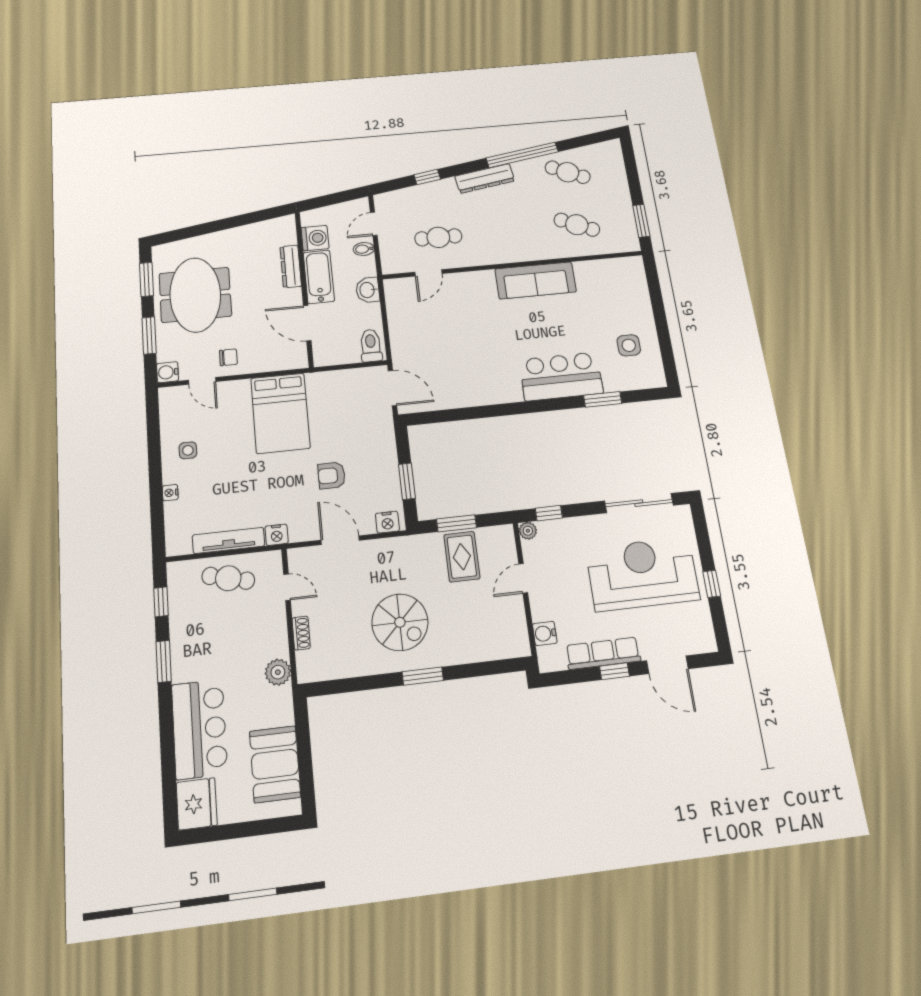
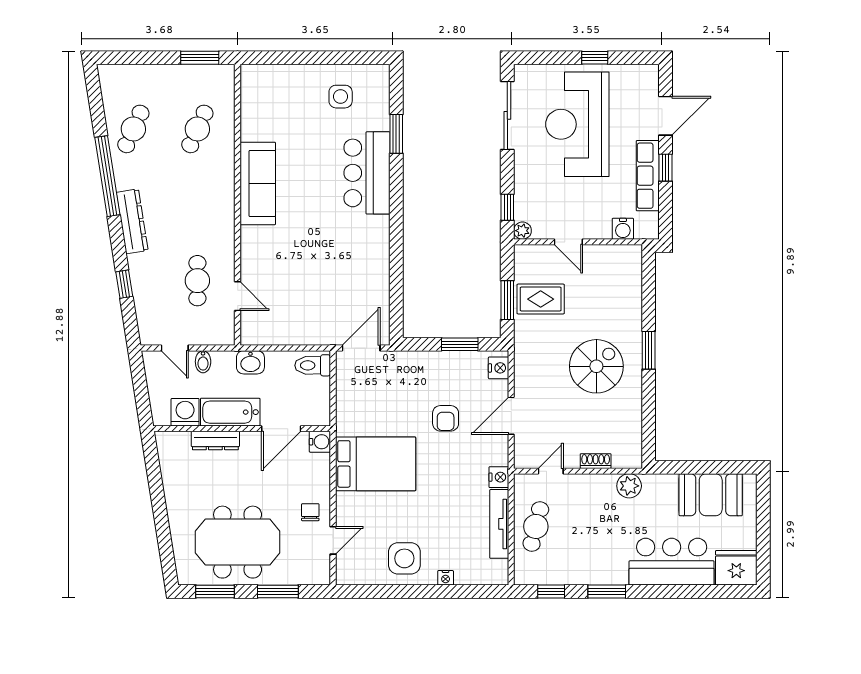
water cooler: (168, 372) -> (320, 442), moved, turned -90
side table: (188, 450) -> (404, 558), width x1.87, depth x1.87

